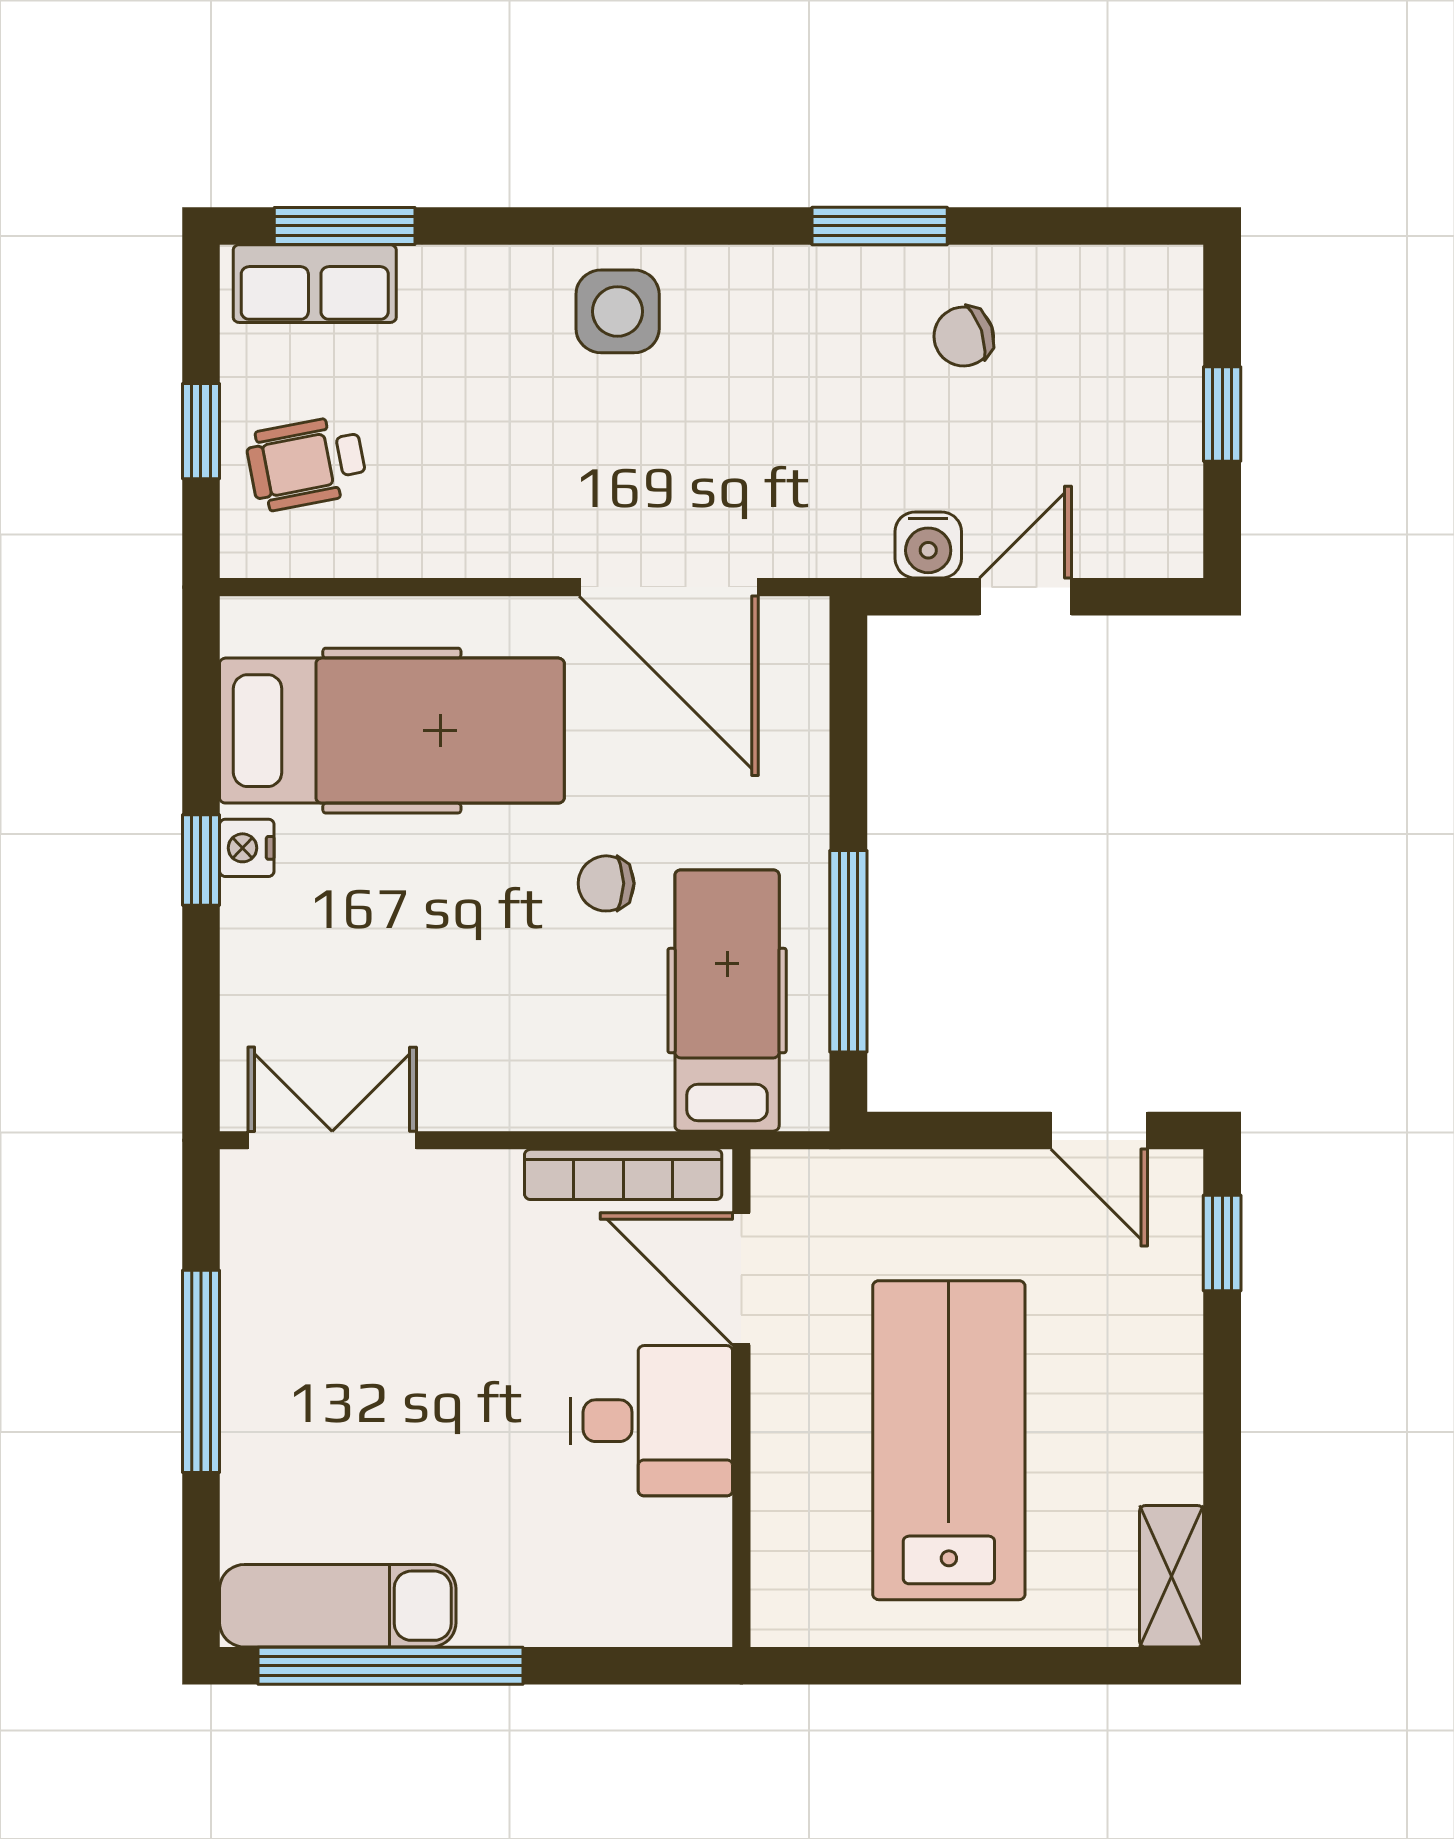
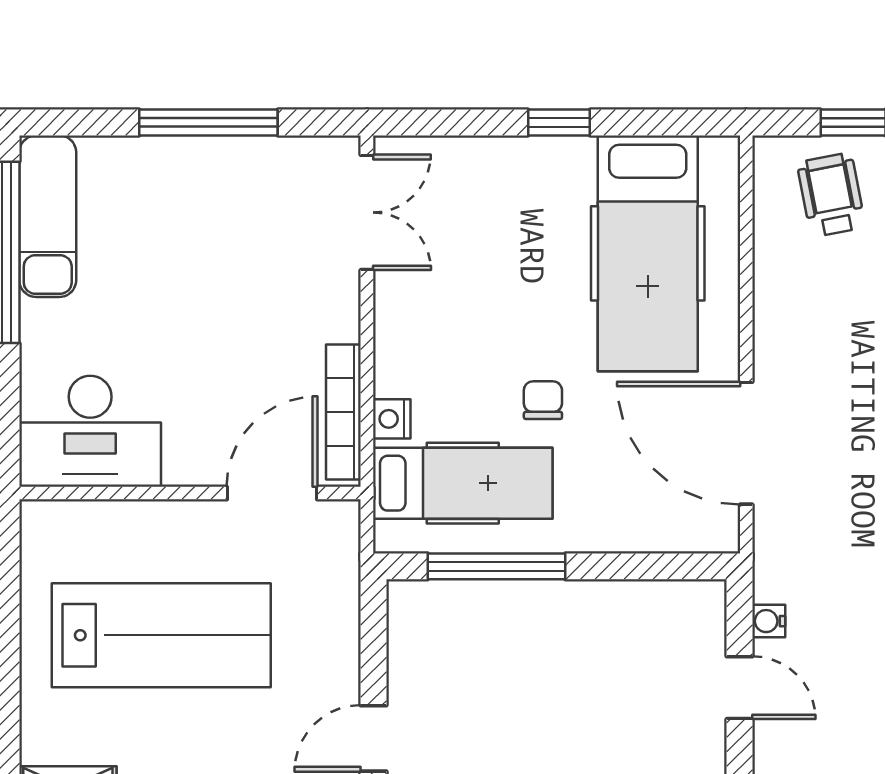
water cooler: (928, 545) -> (769, 621), width x0.72, depth x0.72
door: (669, 587) -> (746, 443), hinge flipped
nightstand: (247, 848) -> (392, 419), moved, turned -90
desk: (651, 1421) -> (90, 431), moved, width x1.37

